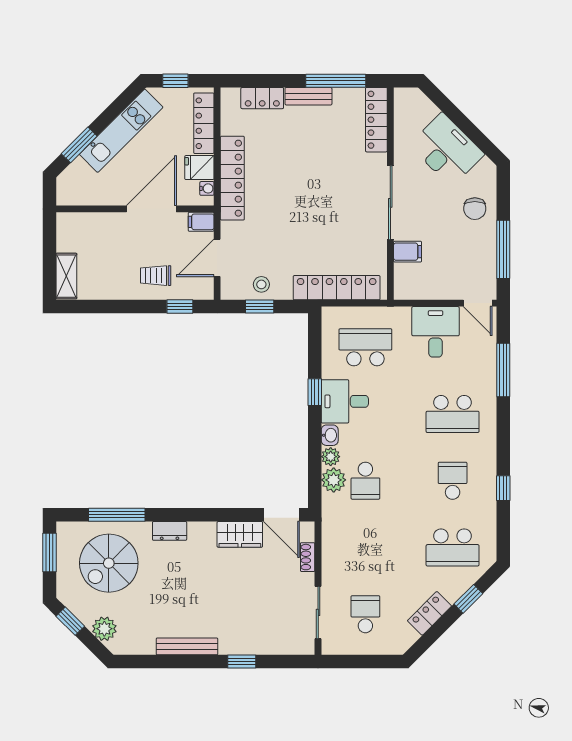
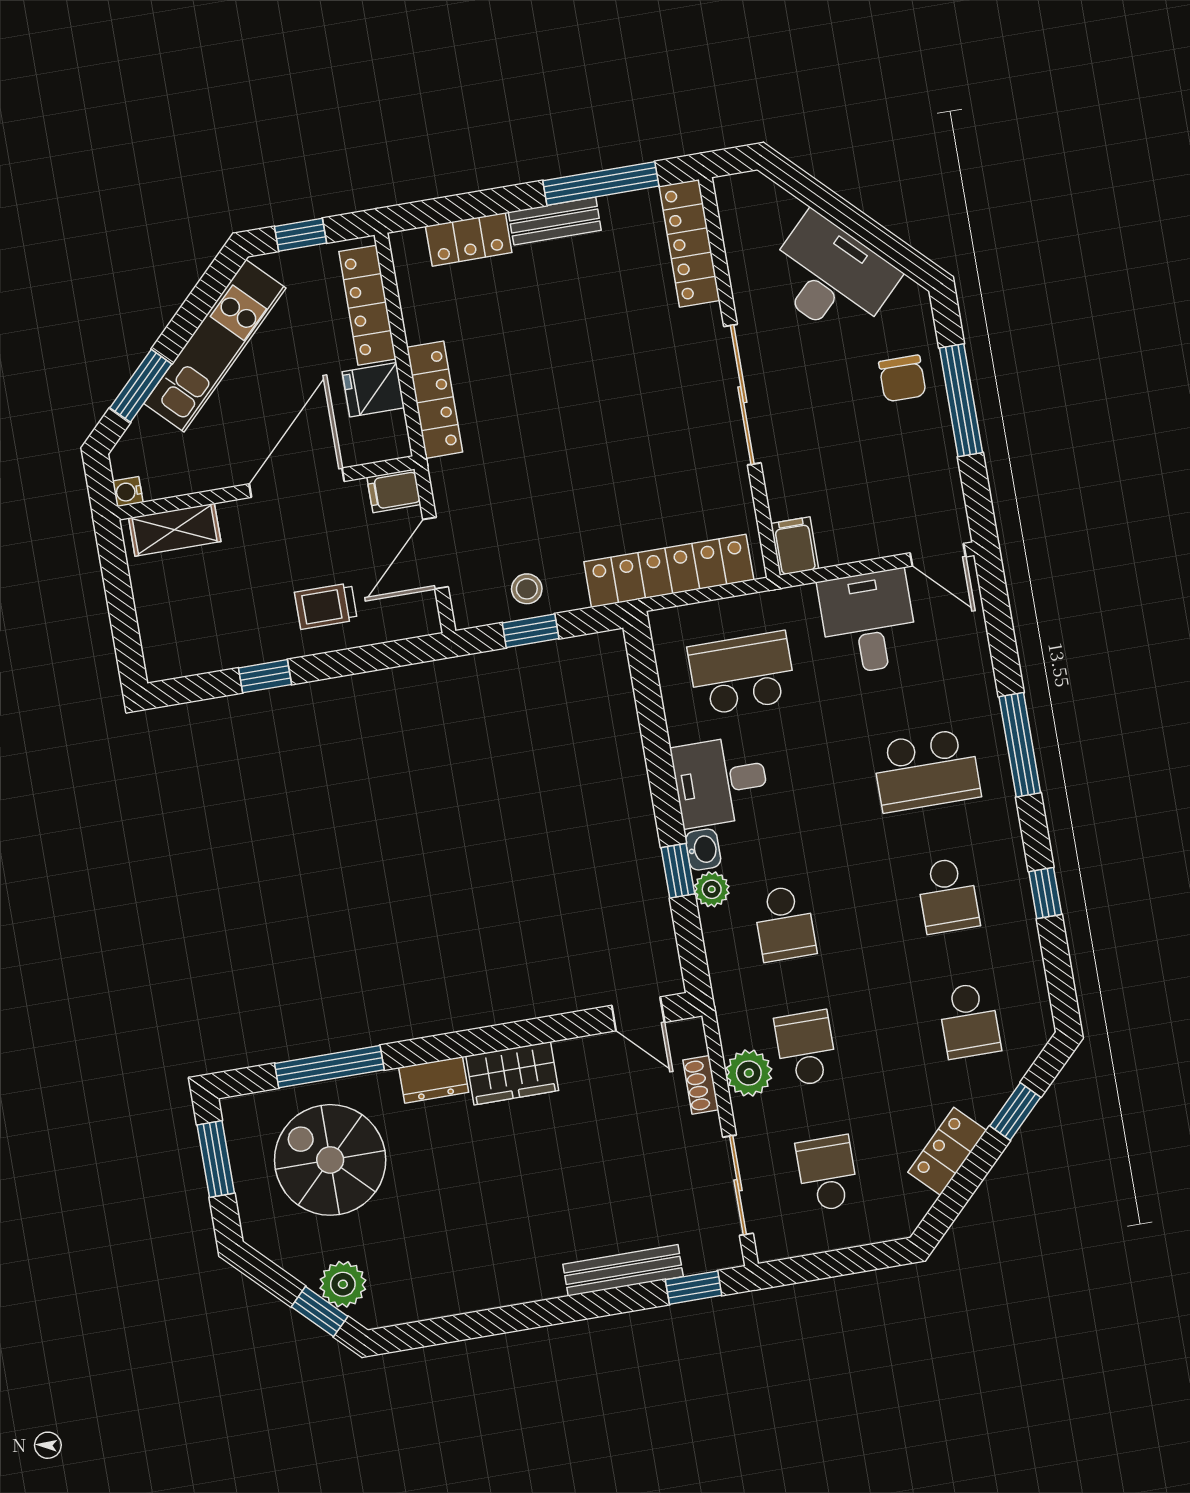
locker: (232, 178) -> (435, 400), width x0.71, depth x0.83
water cooler: (207, 188) -> (128, 492), moved, turned 180
window: (503, 249) -> (961, 400), moved
filing cabinet: (408, 252) -> (795, 546), moved, turned -90
shelving: (66, 276) -> (175, 530), moved, turned 90
window: (180, 306) -> (265, 676), moved
window: (503, 370) -> (1020, 745), moved
window: (315, 392) -> (678, 871), moved
plant: (334, 480) -> (749, 1073), moved
school desk: (453, 481) -> (948, 895), turned 180
door: (281, 515) -> (638, 1014), width x0.73
wardrobe: (240, 534) -> (512, 1073), moved
school desk: (365, 547) -> (806, 1048), added
school desk: (453, 547) -> (969, 1020), width x0.54
spiral stairs: (109, 563) -> (330, 1160), turned 90
window: (70, 621) -> (320, 1312), moved
bench: (187, 646) -> (623, 1270), moved
window: (242, 662) -> (694, 1288), moved

